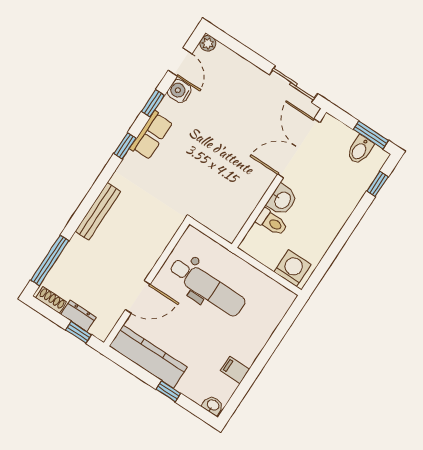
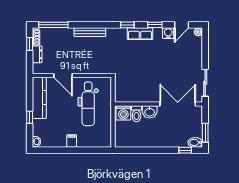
bidet: (360, 150) -> (195, 142), moved
washing machine: (293, 268) -> (123, 113), moved, turned 90
window: (79, 332) -> (30, 44), moved
filing cabinet: (235, 370) -> (72, 141), moved

